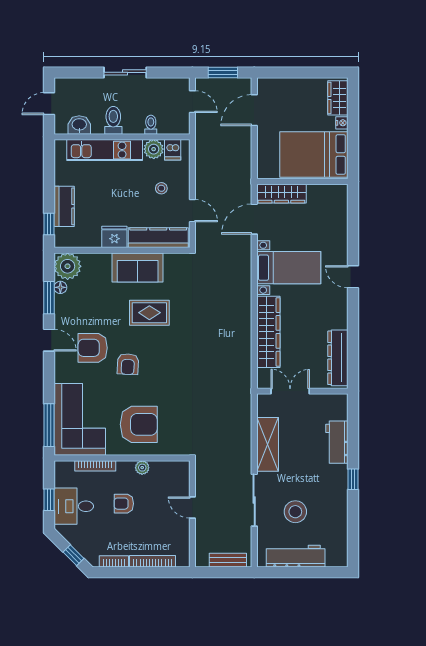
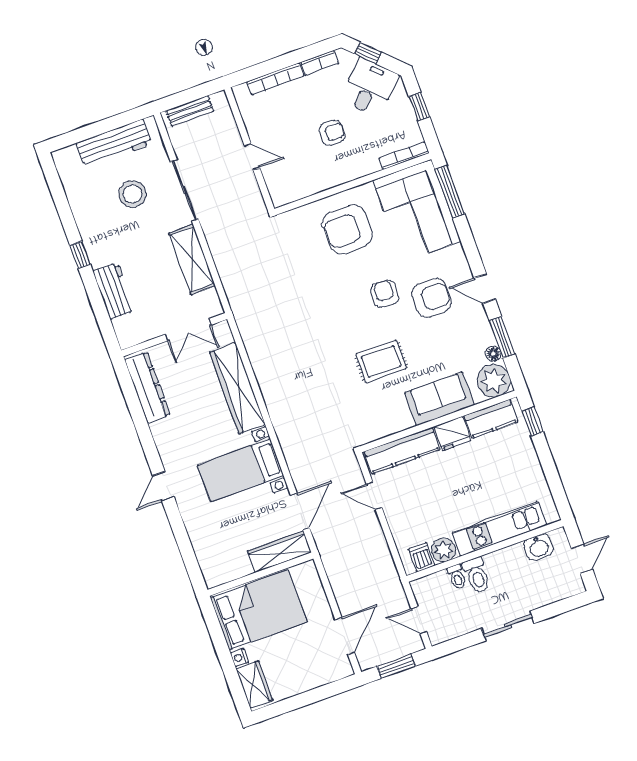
toilet: (113, 120) -> (477, 575), moved
stool: (161, 188) -> (419, 509), removed
kitchen counter: (64, 206) -> (491, 419), moved, turned -90
sofa: (138, 267) -> (439, 399), moved
door: (353, 277) -> (163, 486), swing flipped
bookcase: (95, 466) -> (404, 156), moved
plant: (142, 468) -> (326, 181), removed
desk: (74, 506) -> (369, 87), moved, turned -45

